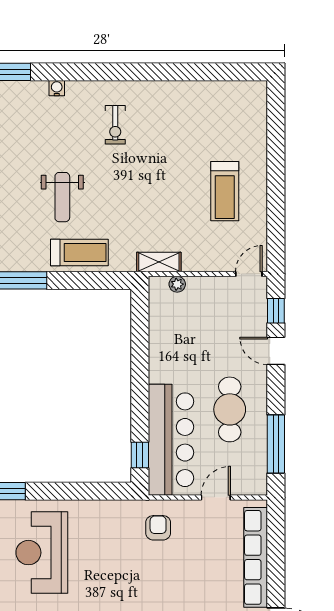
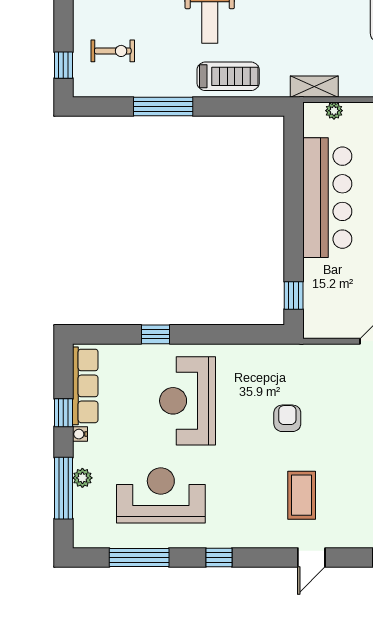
bar counter: (171, 440) -> (327, 198), moved
armchair: (158, 528) -> (287, 418), moved

